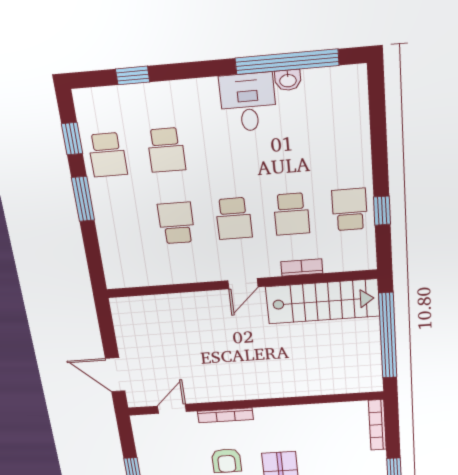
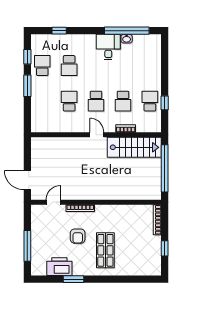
school desk: (108, 155) -> (42, 66), turned 180
door: (243, 284) -> (97, 135), swing flipped

